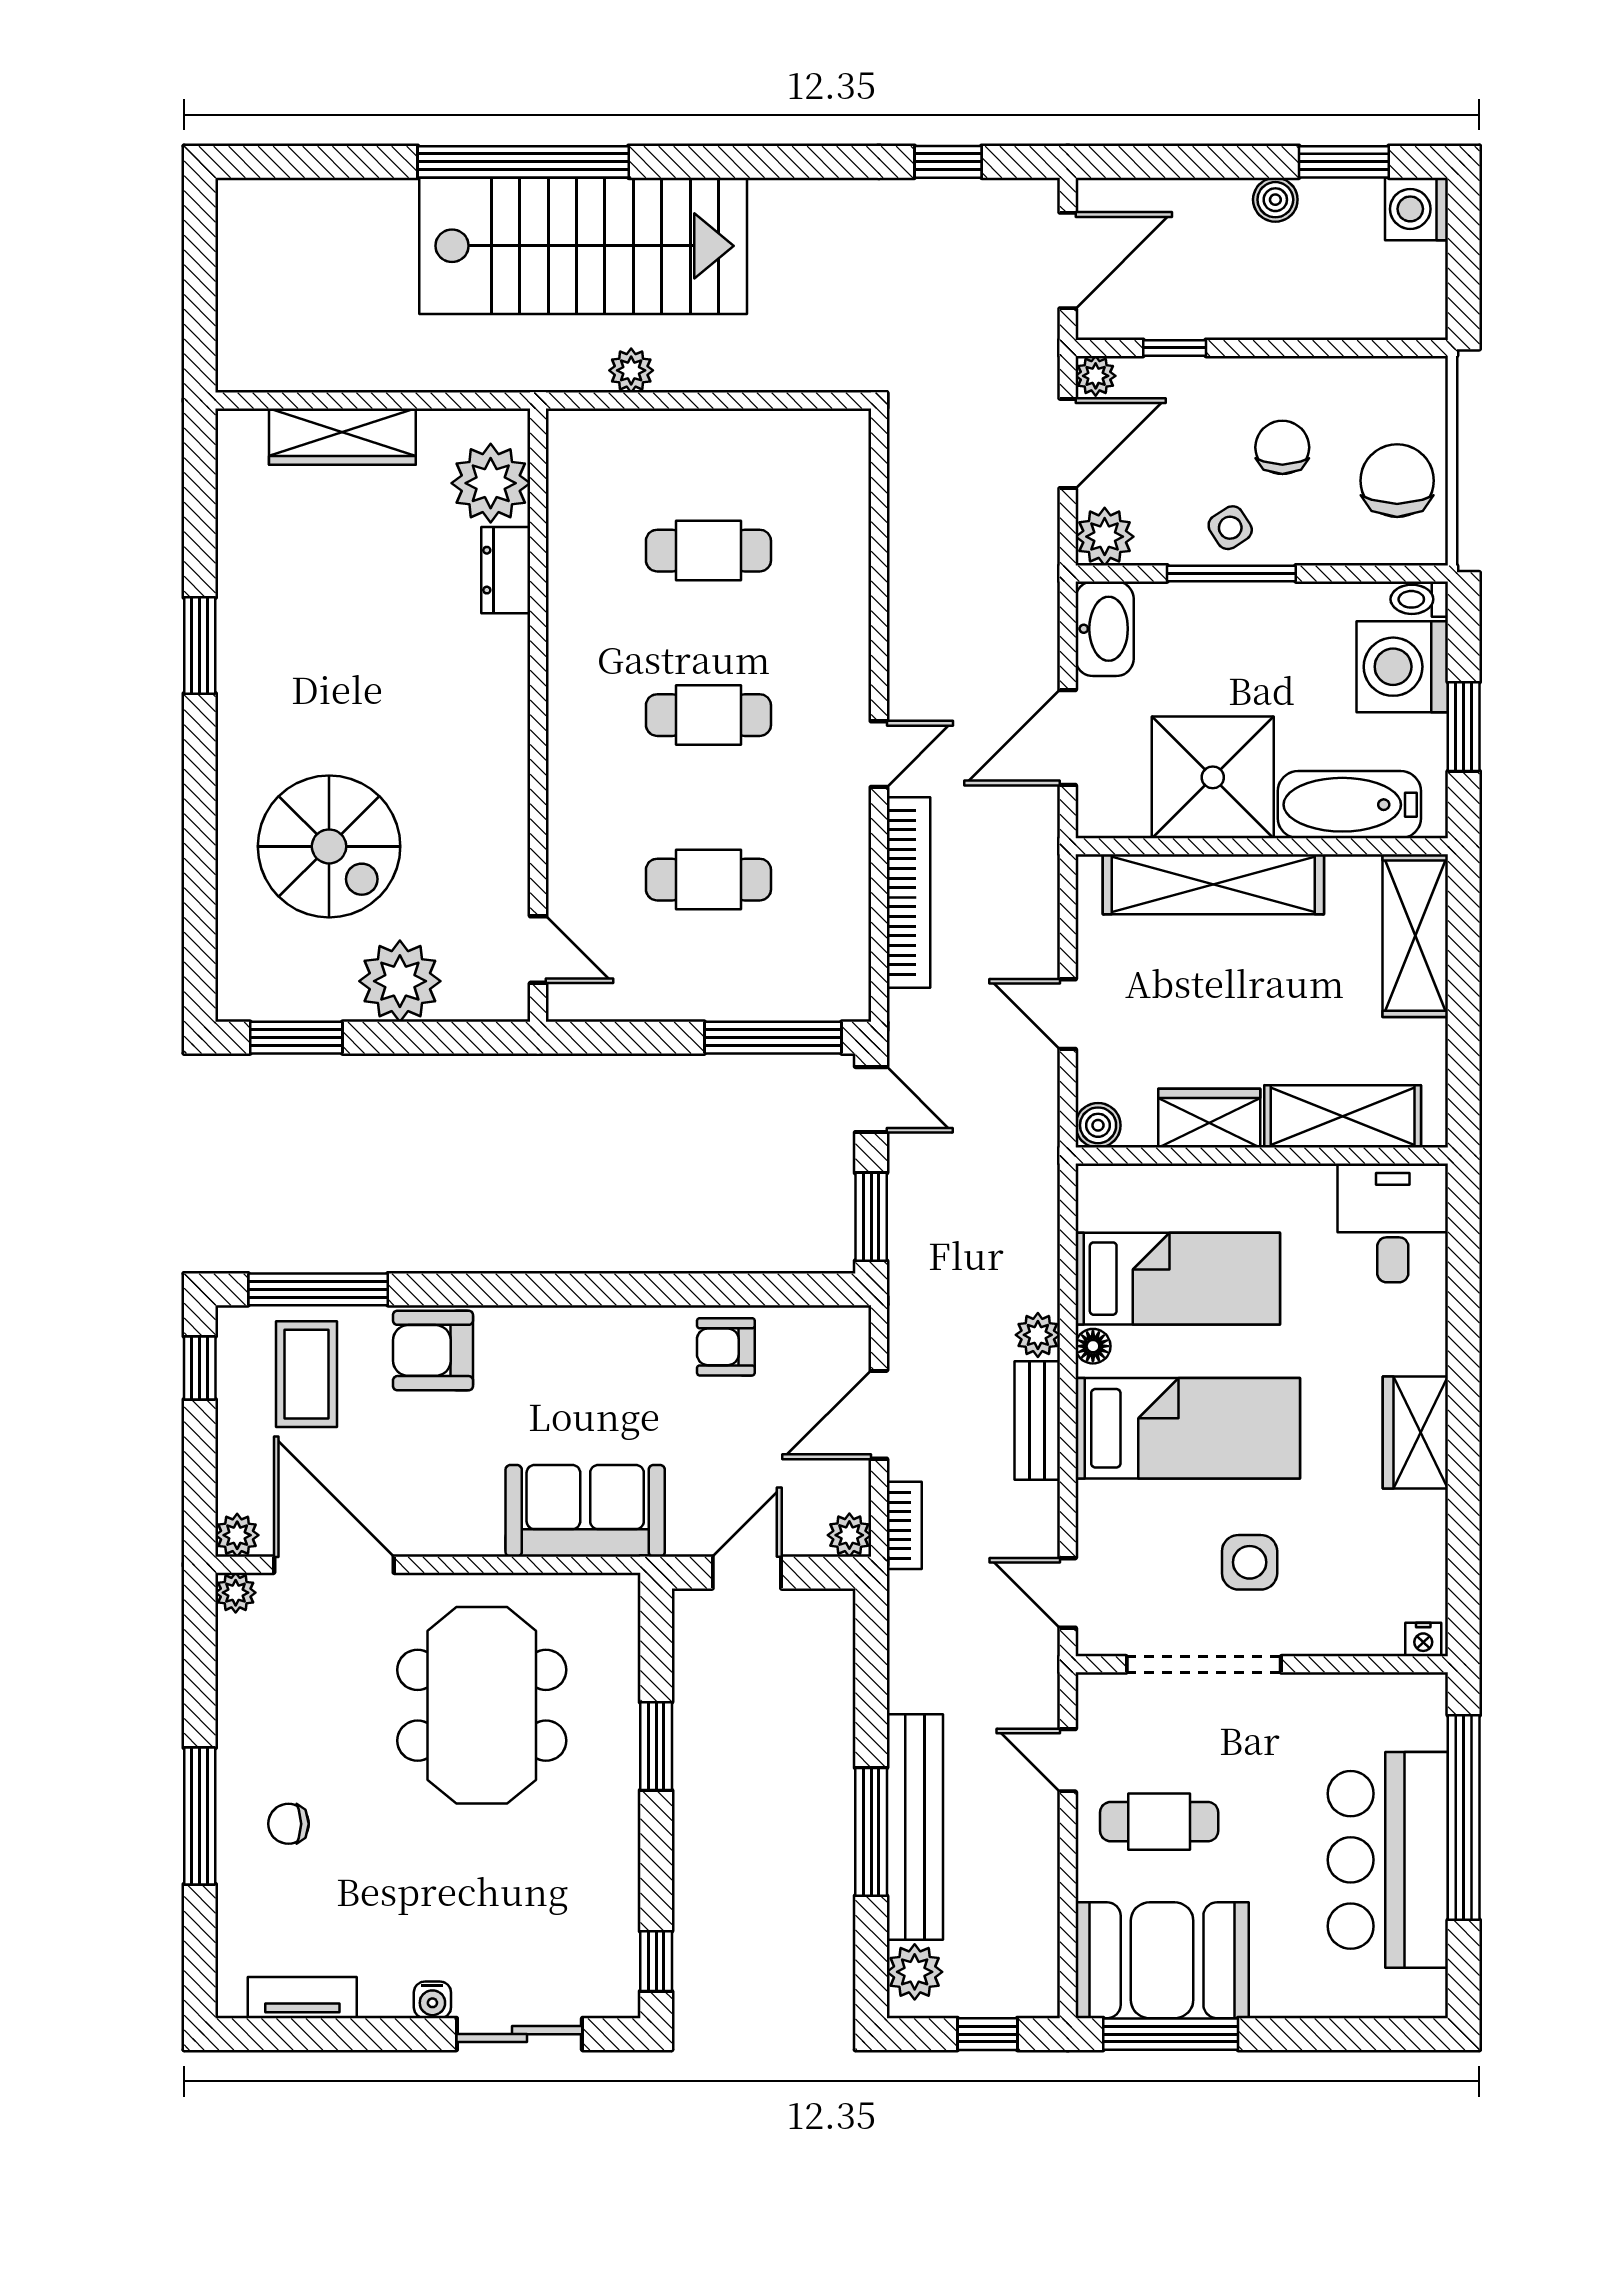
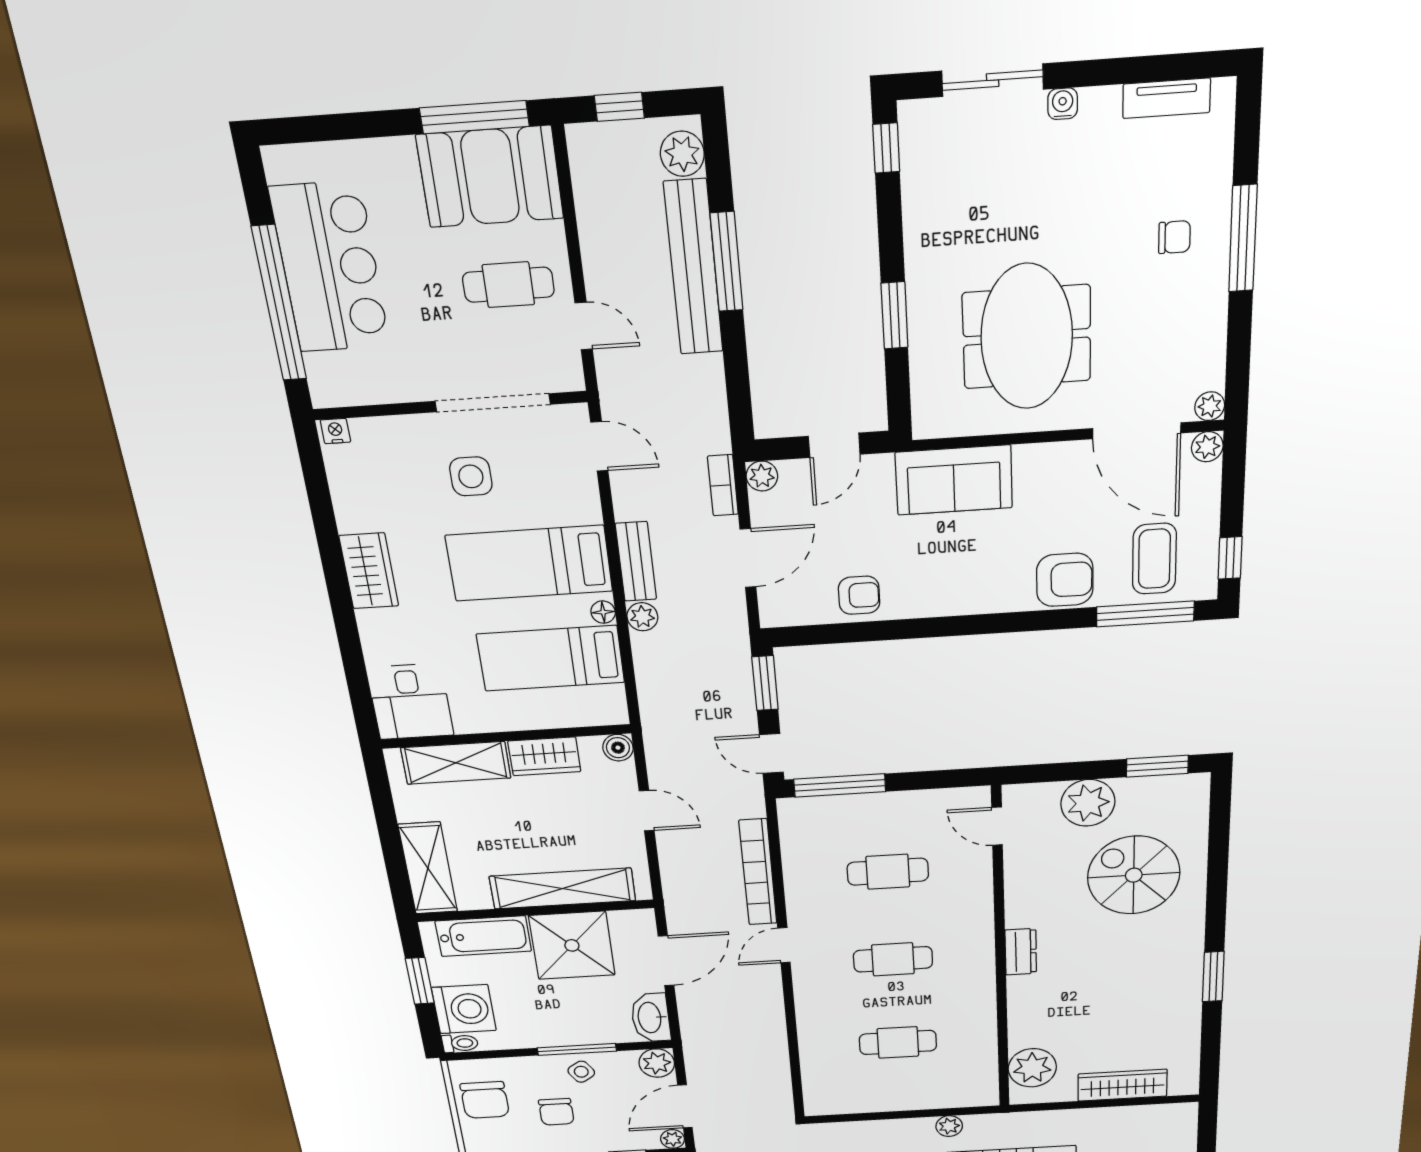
dresser: (506, 570) -> (1021, 952), moved

